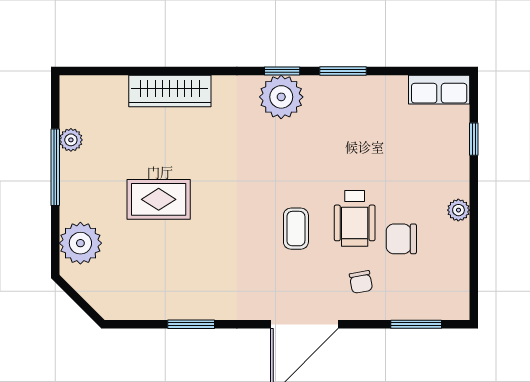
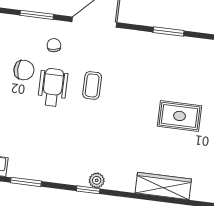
window: (343, 71) -> (26, 182), moved
plant: (281, 97) -> (97, 180), width x0.53, depth x0.53
window: (416, 324) -> (37, 15), moved

